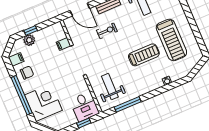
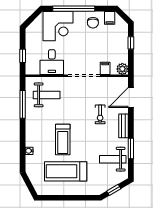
plant: (29, 40) -> (122, 69), moved
desk: (84, 107) -> (52, 62), moved, turned -90

